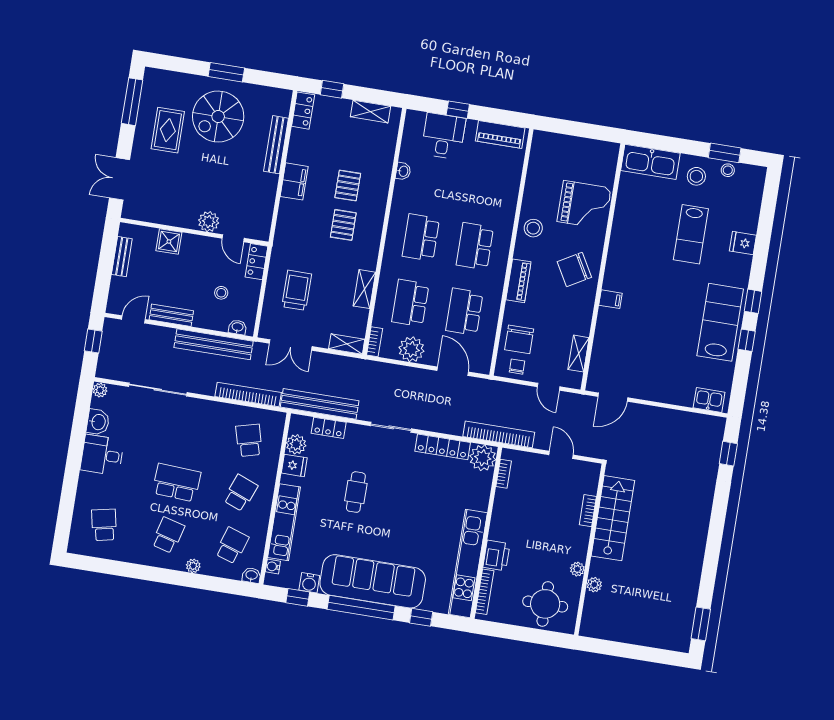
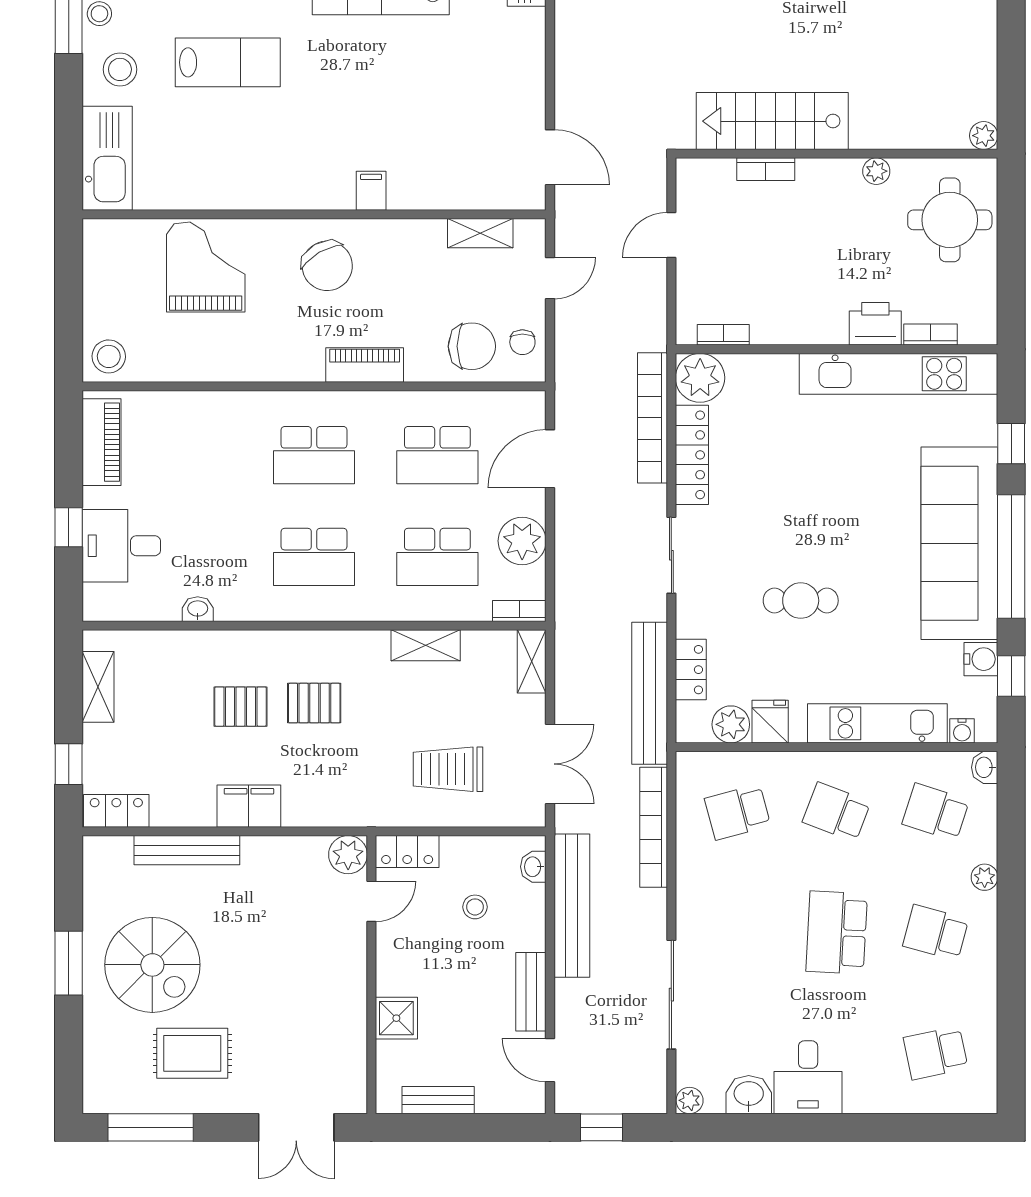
plant: (209, 222) -> (348, 855), moved
stool: (533, 228) -> (109, 356), moved
chair: (517, 367) -> (522, 342), turned -90
bookcase: (499, 434) -> (653, 418), moved
plant: (594, 585) -> (984, 136), moved
bookcase: (485, 592) -> (930, 335), width x0.64

